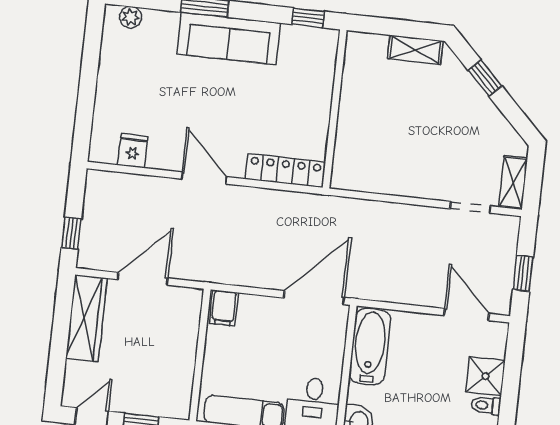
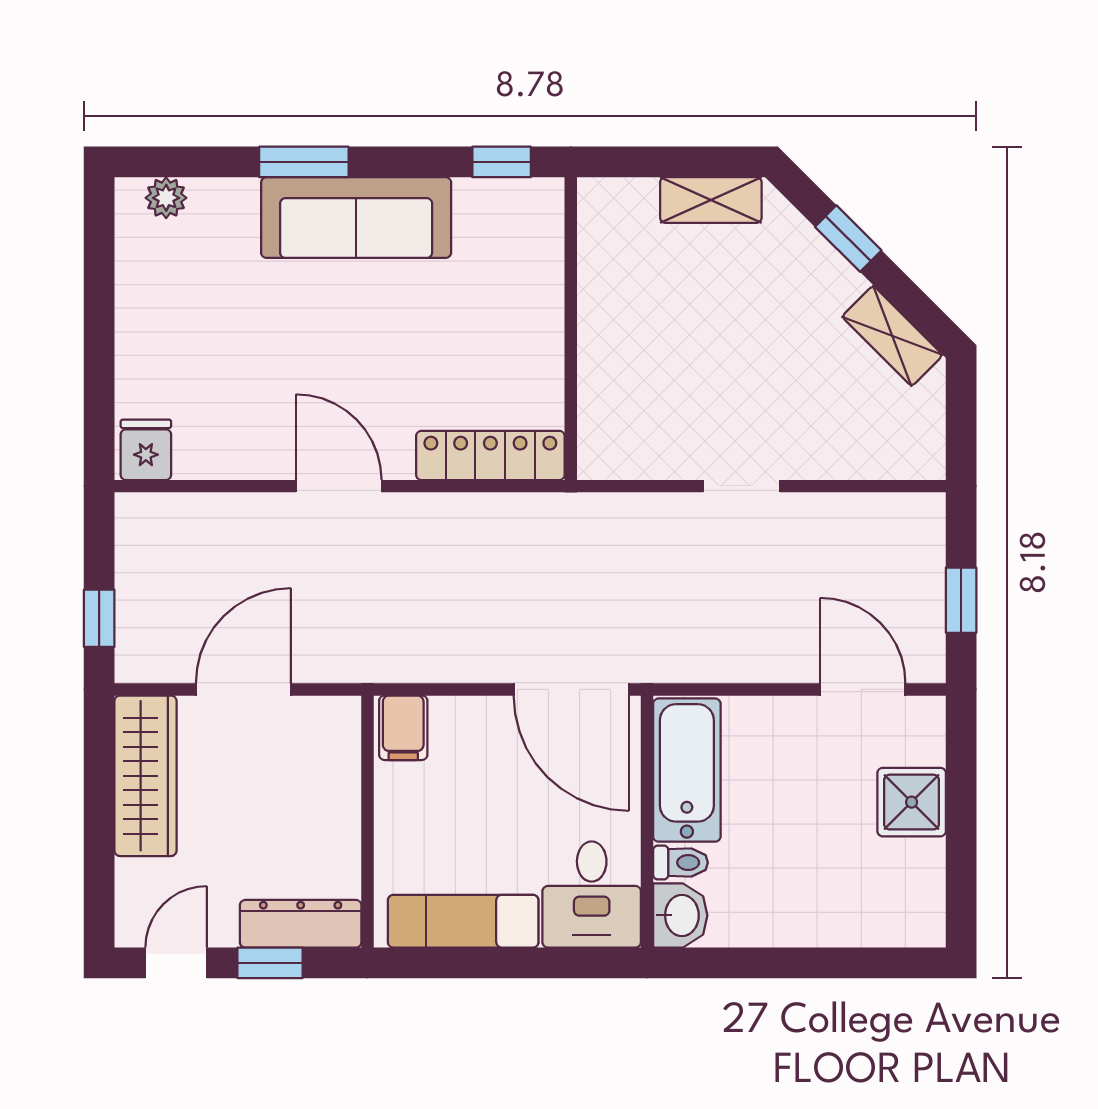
fridge: (133, 151) -> (146, 450), moved
shelving: (513, 183) -> (892, 336), moved, turned -45
doorway: (470, 207) -> (741, 486), moved
door: (314, 298) -> (571, 689), swing flipped
dresser: (159, 405) -> (301, 924), added
toilet: (486, 405) -> (681, 863), moved, turned 180

